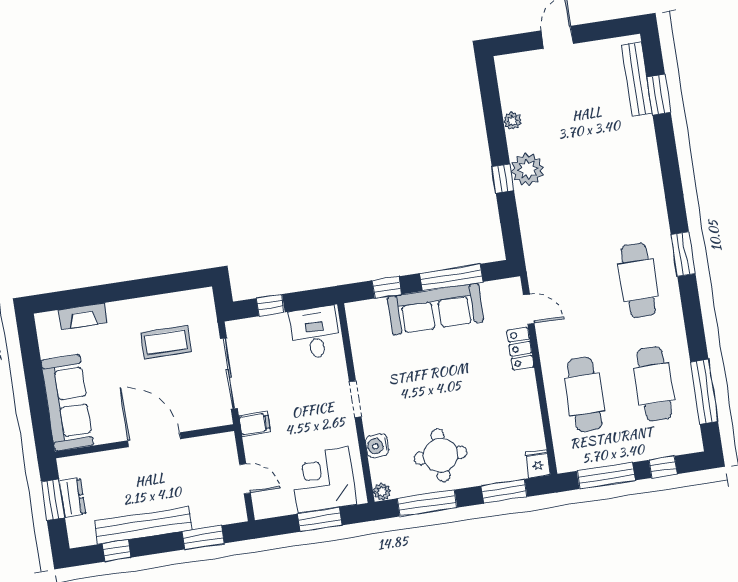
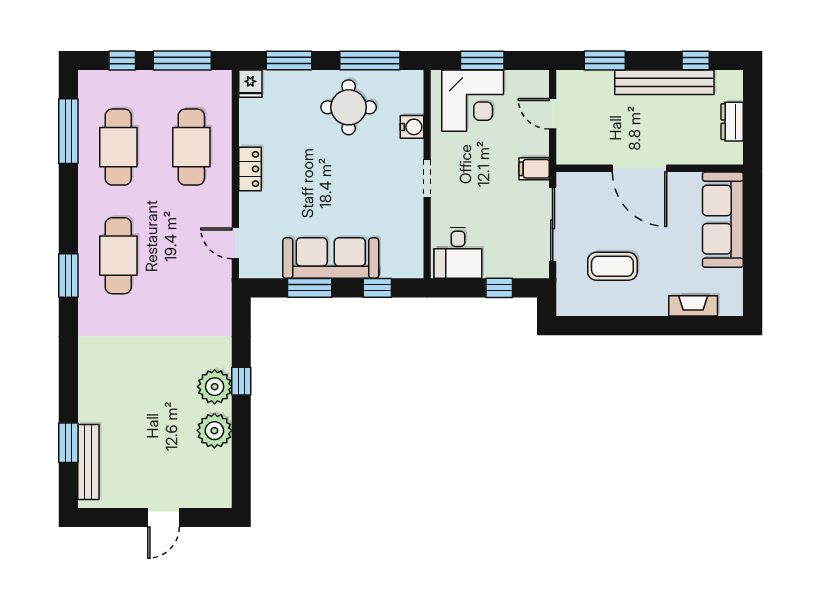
plant: (512, 121) -> (214, 431), width x1.88, depth x1.88
window: (451, 278) -> (310, 288), width x0.69
locker: (520, 349) -> (250, 169), moved
plant: (382, 492) -> (414, 79), removed
window: (53, 500) -> (753, 123), removed

